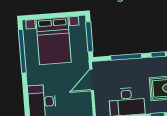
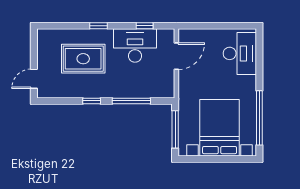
door: (92, 80) -> (176, 56), moved

